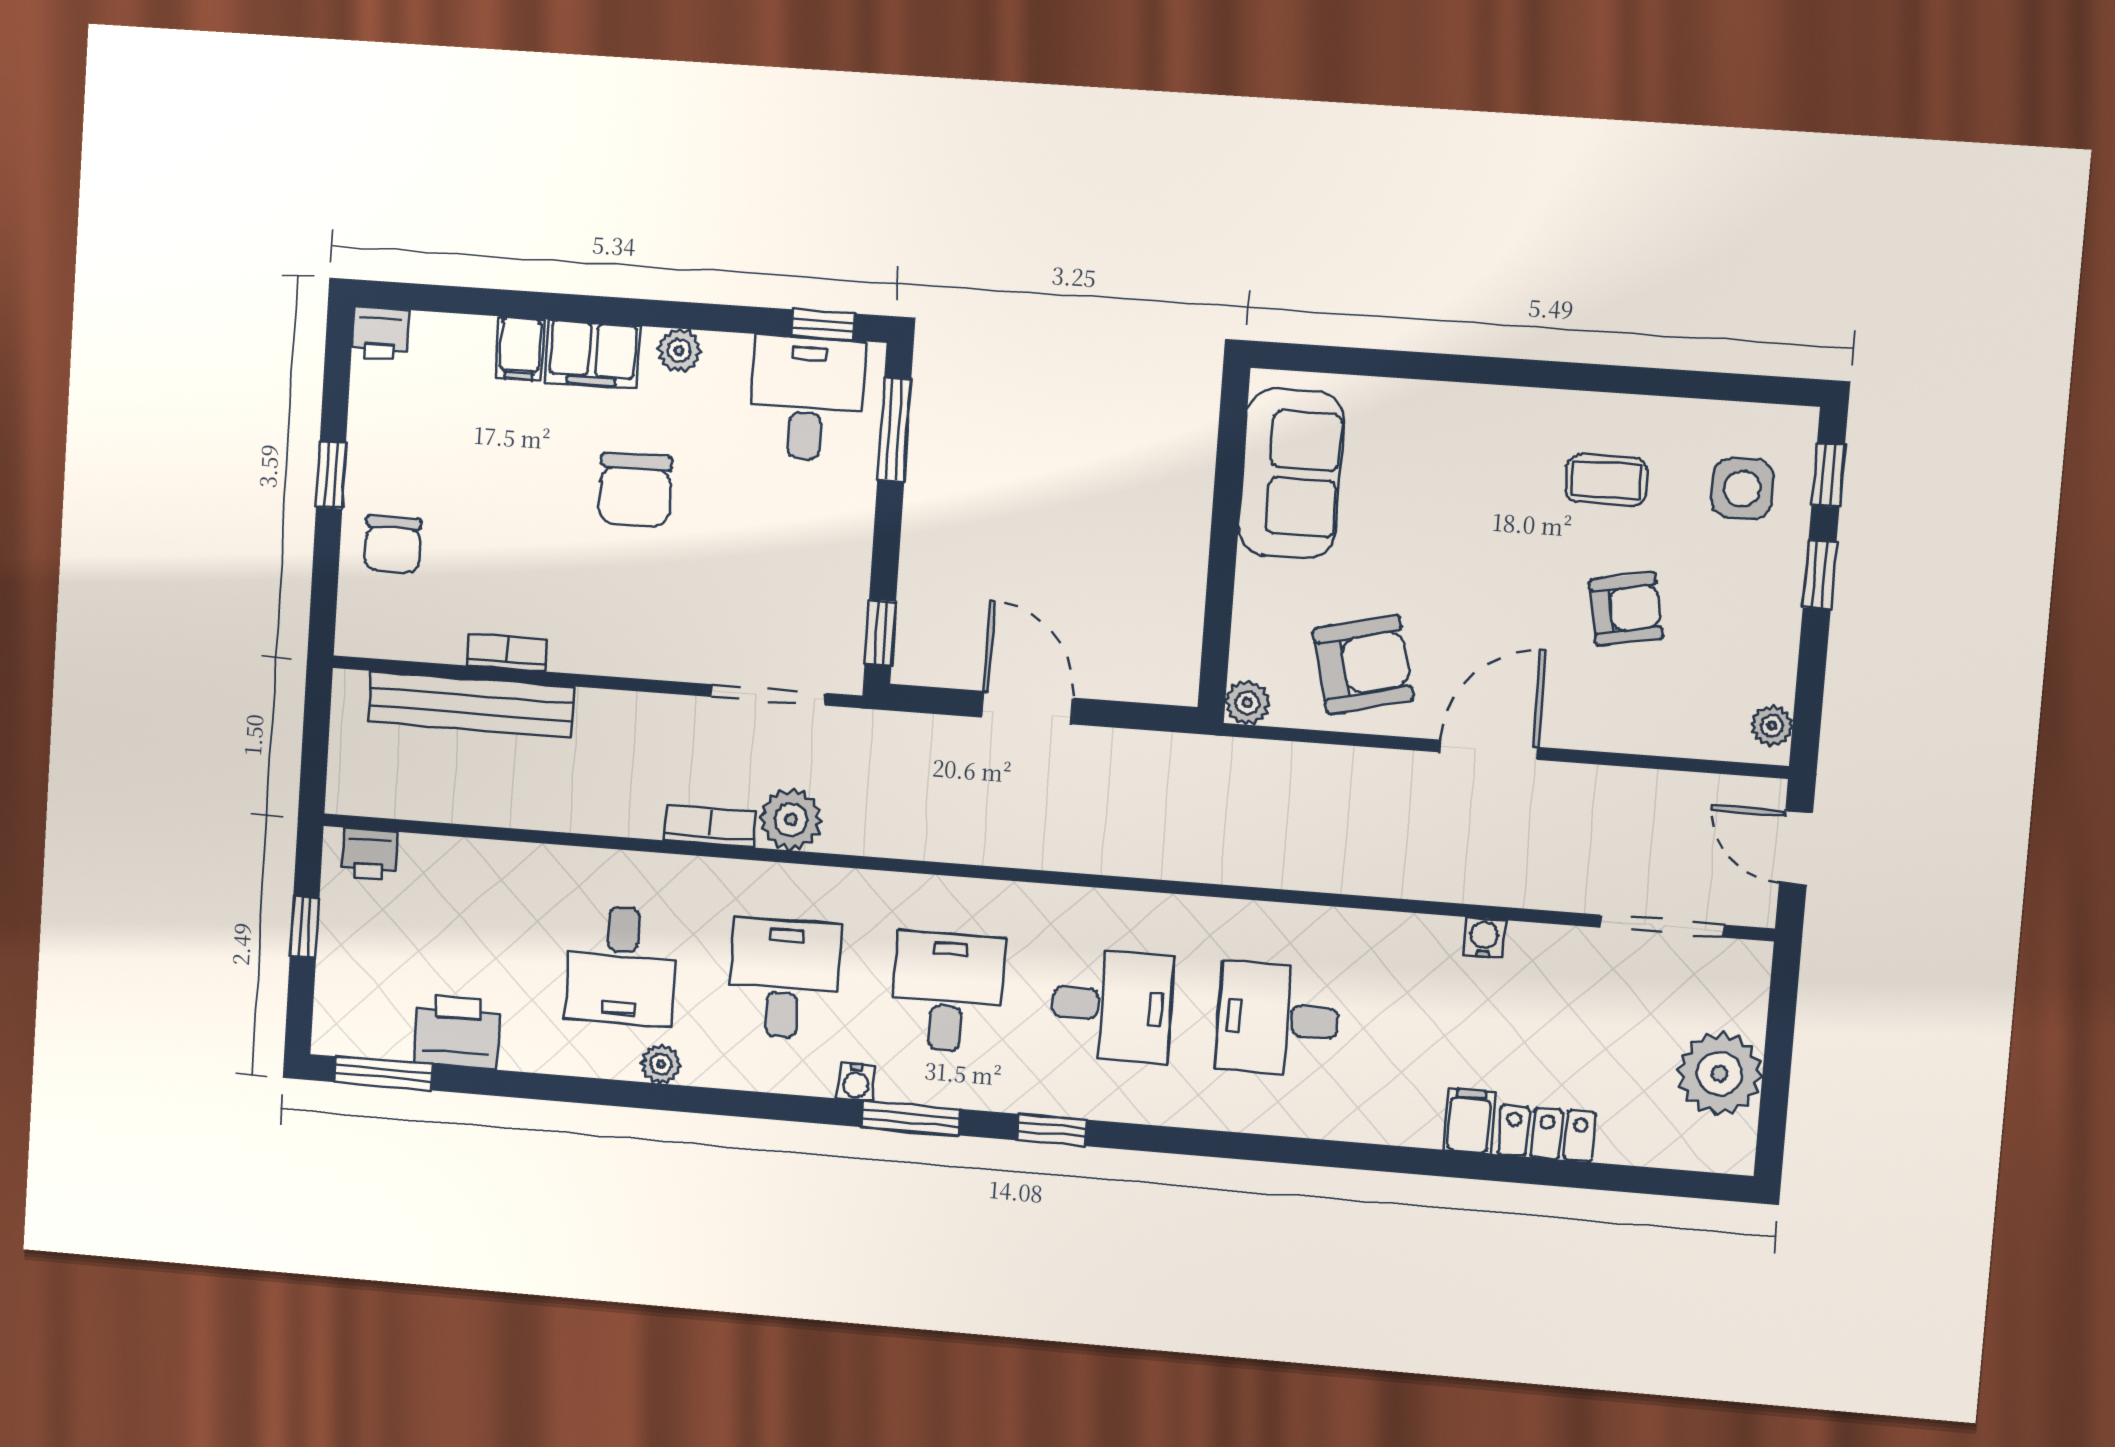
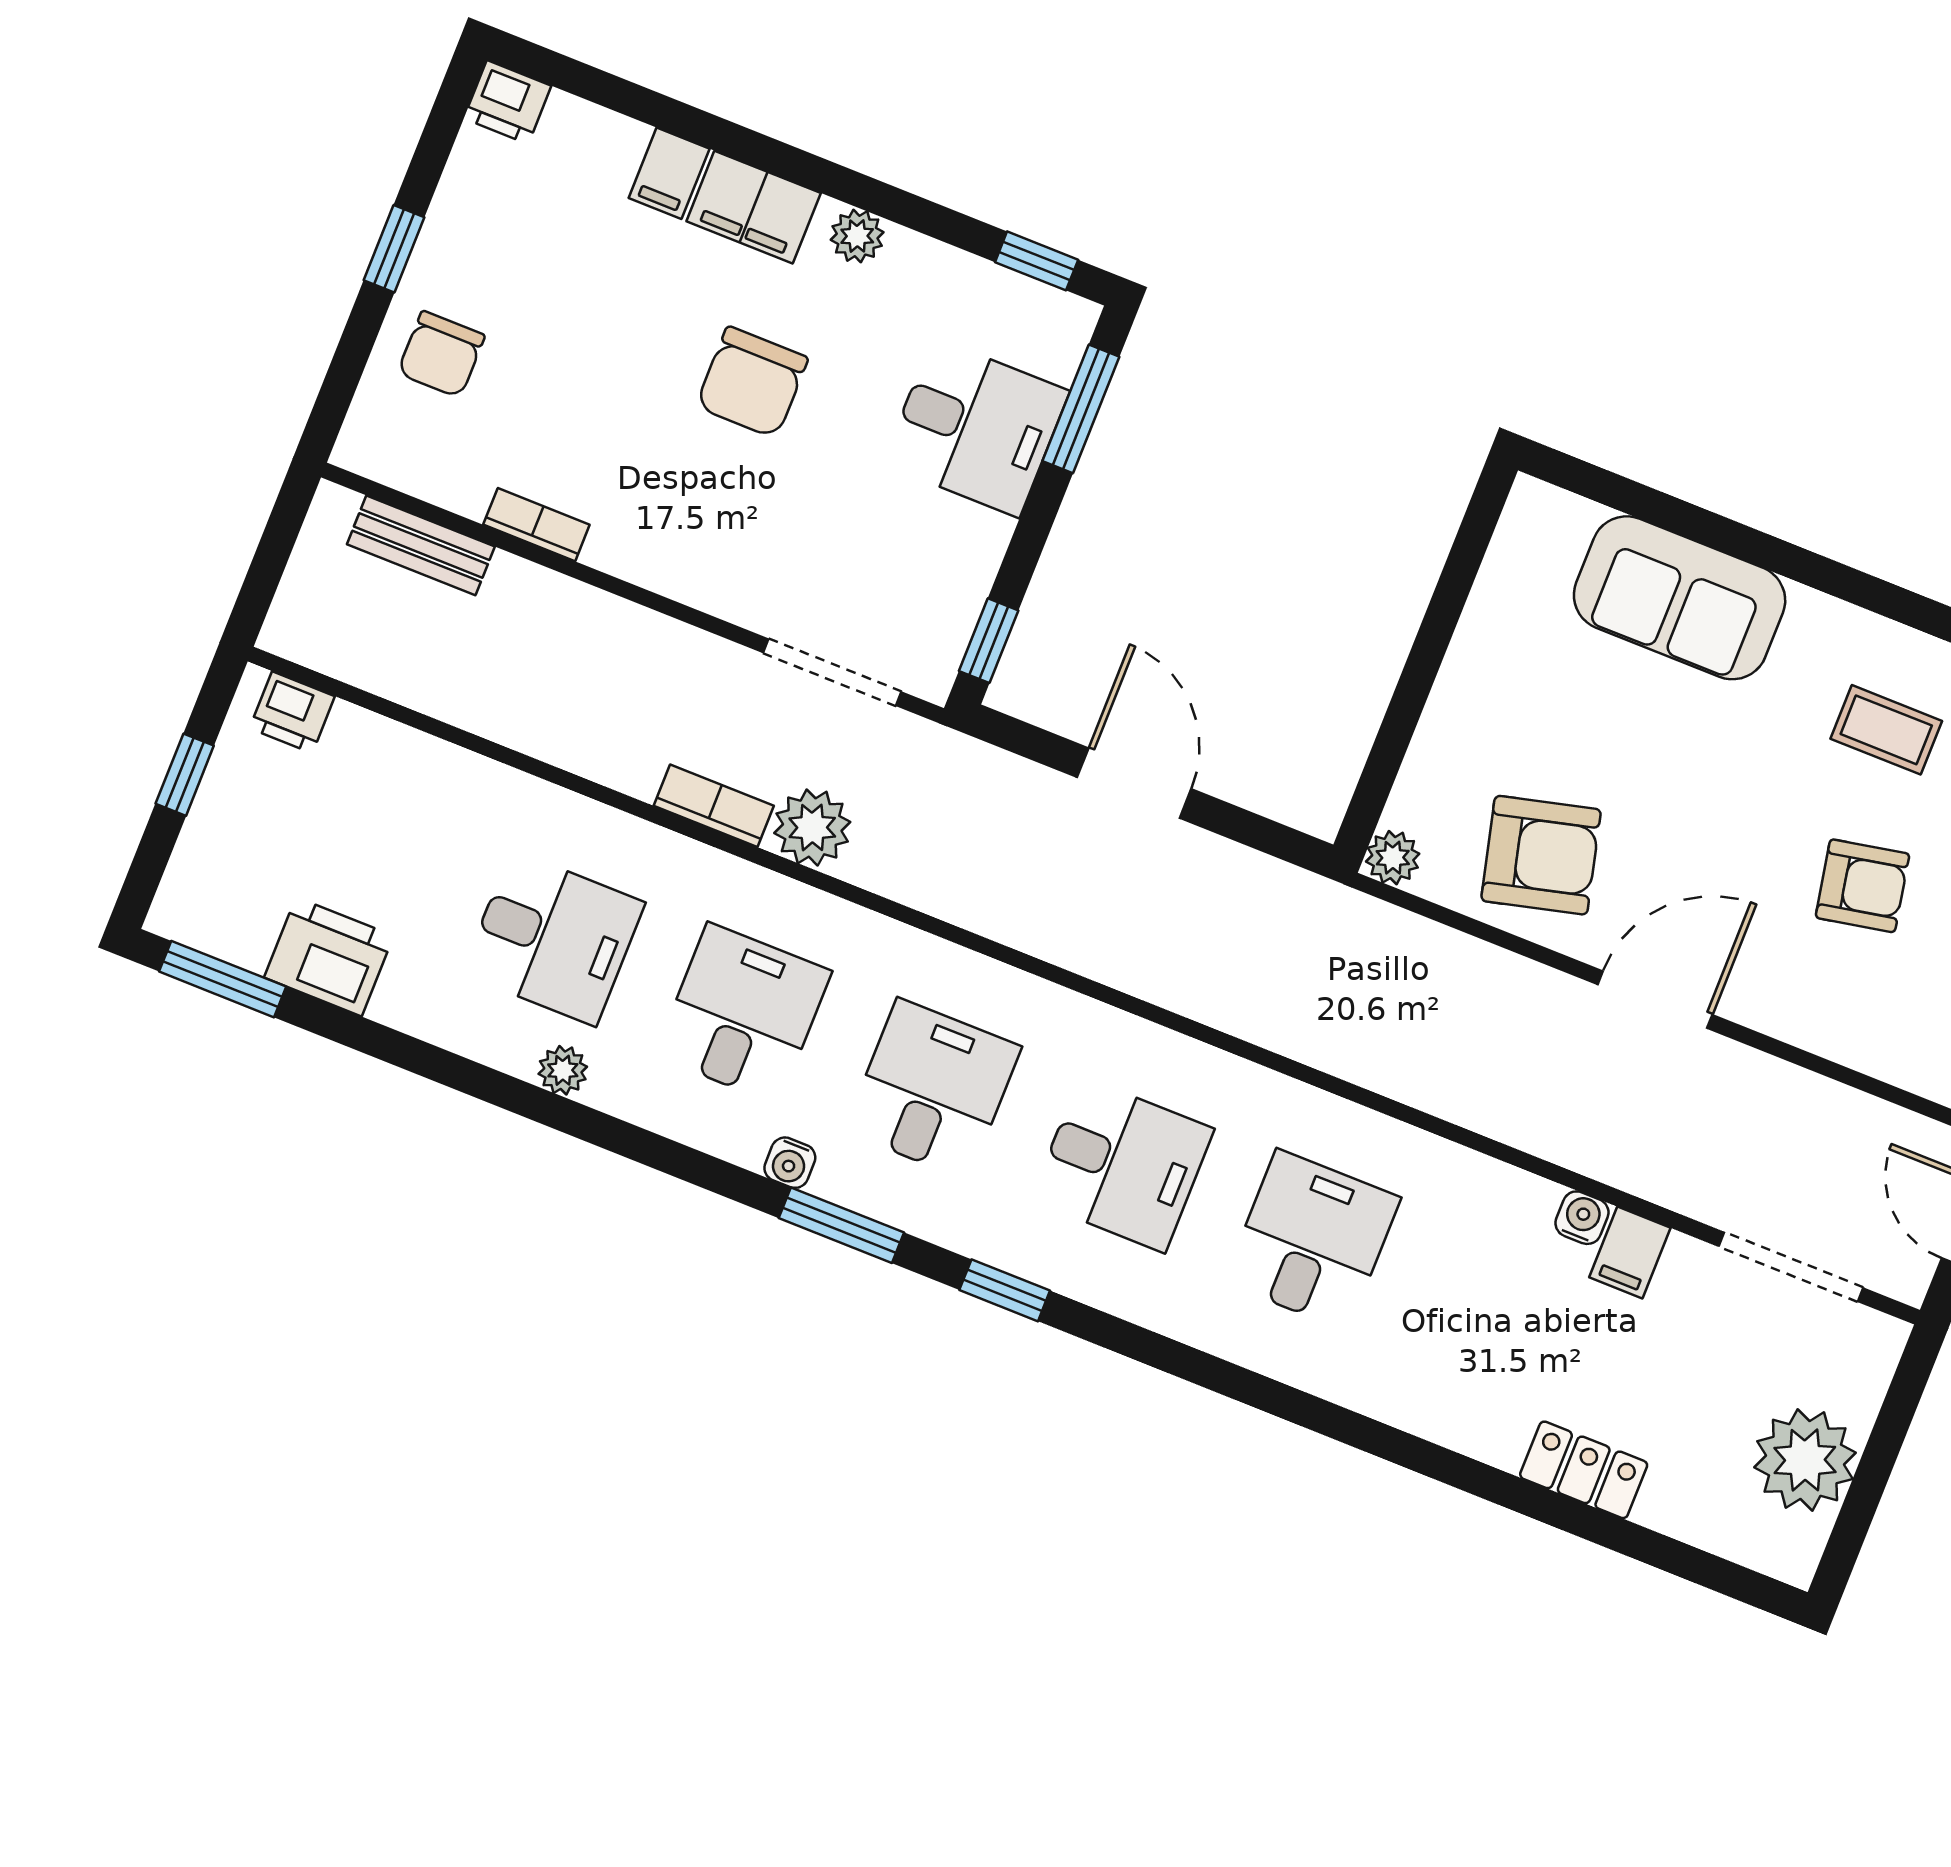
desk: (807, 398) -> (976, 427), moved, turned 90
sofa: (1291, 473) -> (1680, 598), moved, turned 90
bench: (472, 704) -> (421, 545), width x0.54, depth x0.82
desk: (621, 965) -> (554, 938), turned -90
desk: (1278, 1019) -> (1312, 1240), turned 90
filing cabinet: (1469, 1121) -> (1630, 1253), moved, turned 180

